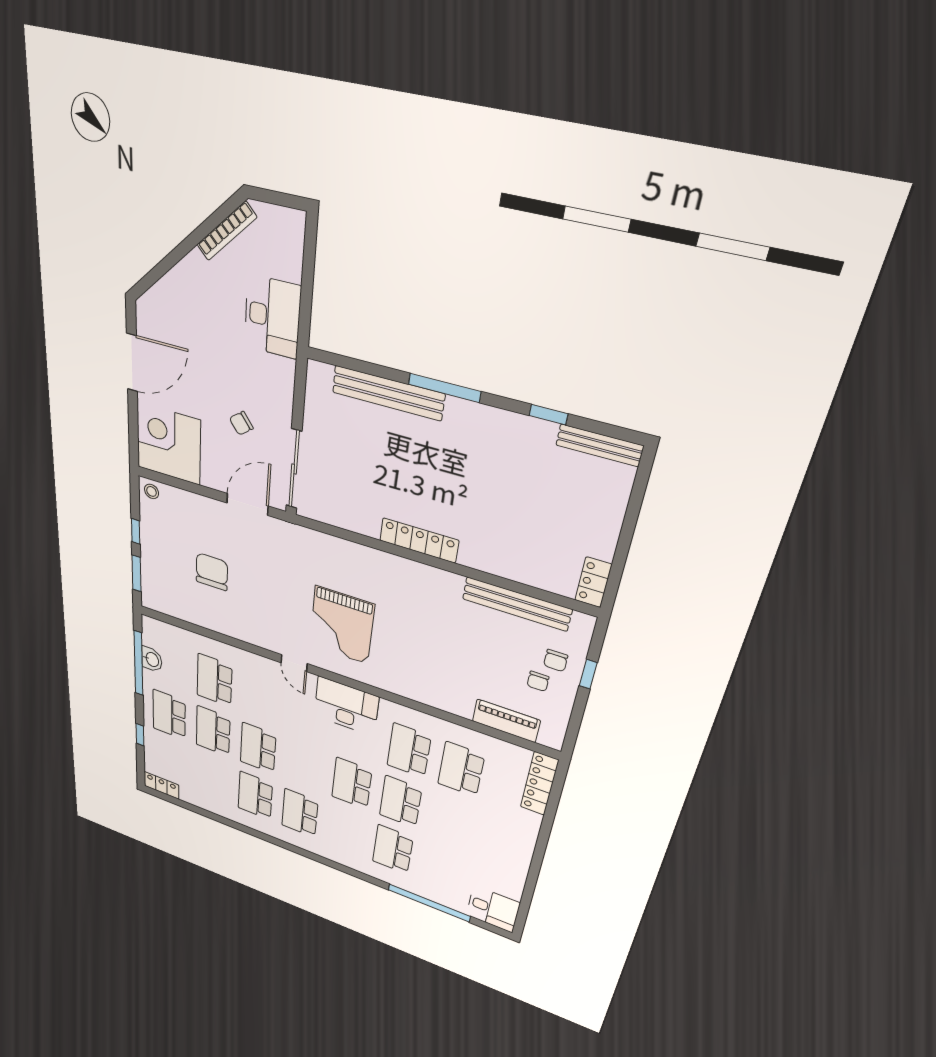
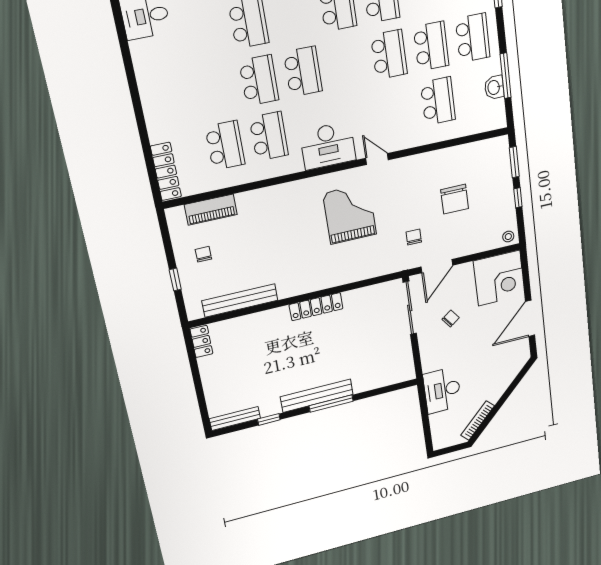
bench: (388, 393) -> (317, 396), moved
chair: (556, 661) -> (414, 237), moved
window: (138, 663) -> (506, 76), width x0.68

